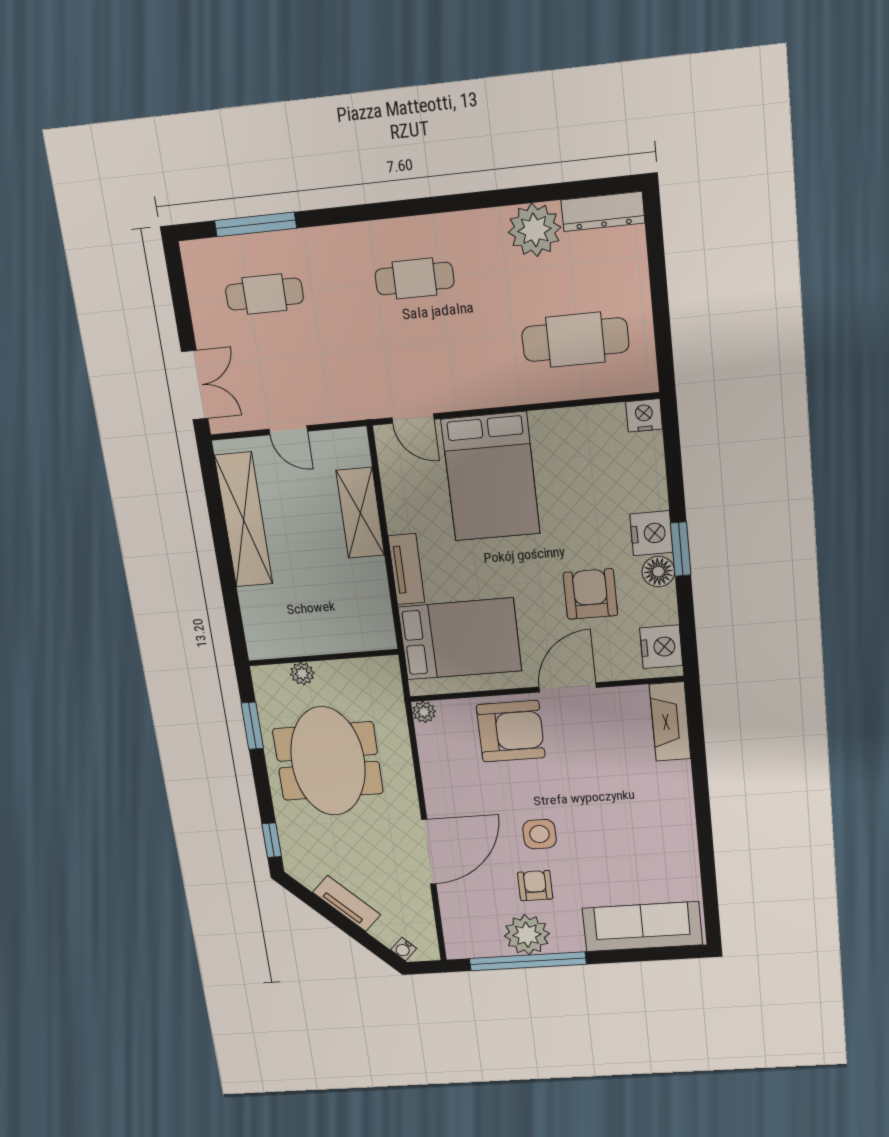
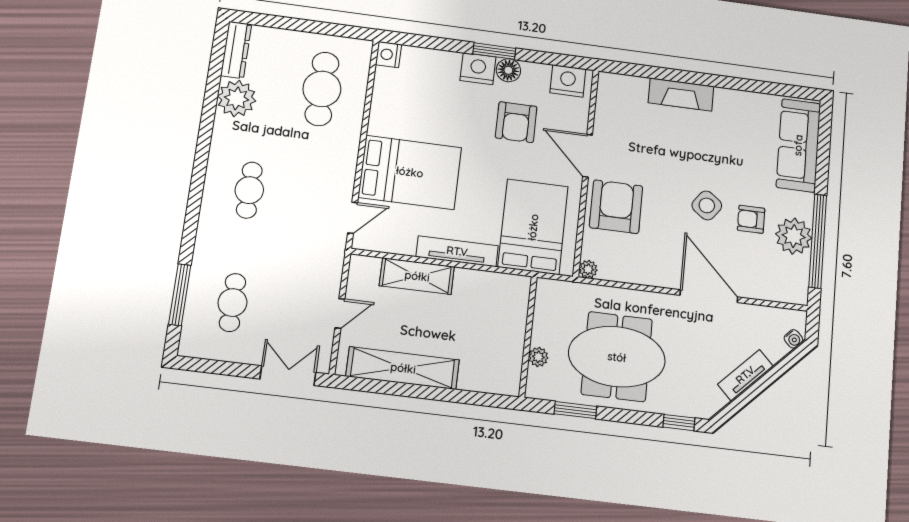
tv unit: (406, 569) -> (457, 251), width x1.41
armchair: (590, 594) -> (516, 122), turned -90
fireplace: (670, 722) -> (681, 95), moved
side table: (539, 834) -> (707, 205), turned 37

